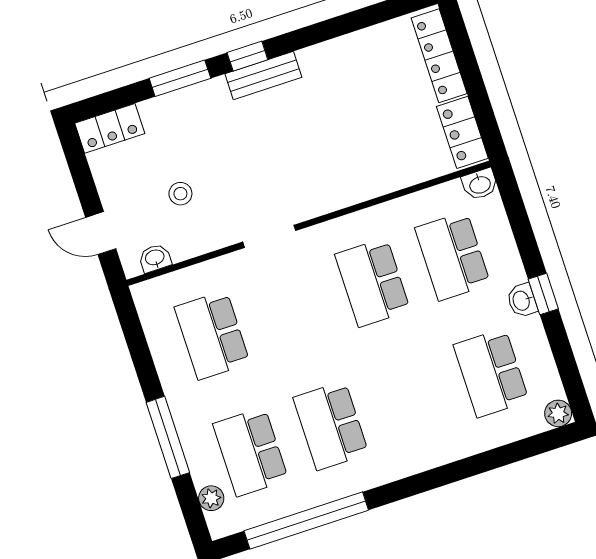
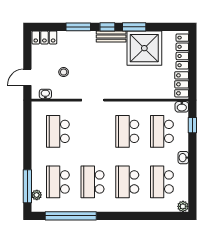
window: (309, 36) -> (134, 27), added
shower: (349, 77) -> (144, 48), added
door: (101, 233) -> (27, 77), hinge flipped
window: (543, 294) -> (192, 125), moved
school desk: (411, 399) -> (127, 182), added
window: (168, 437) -> (27, 186), moved

